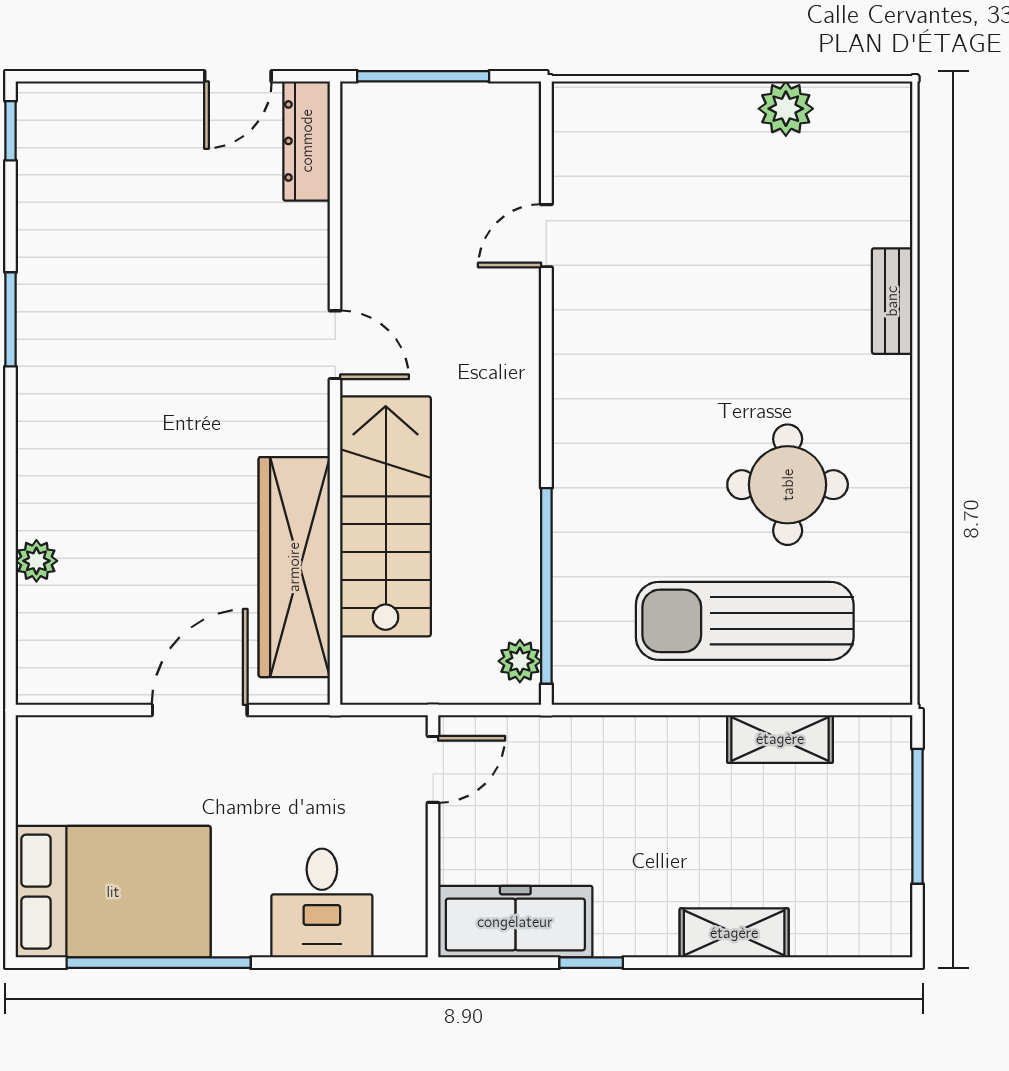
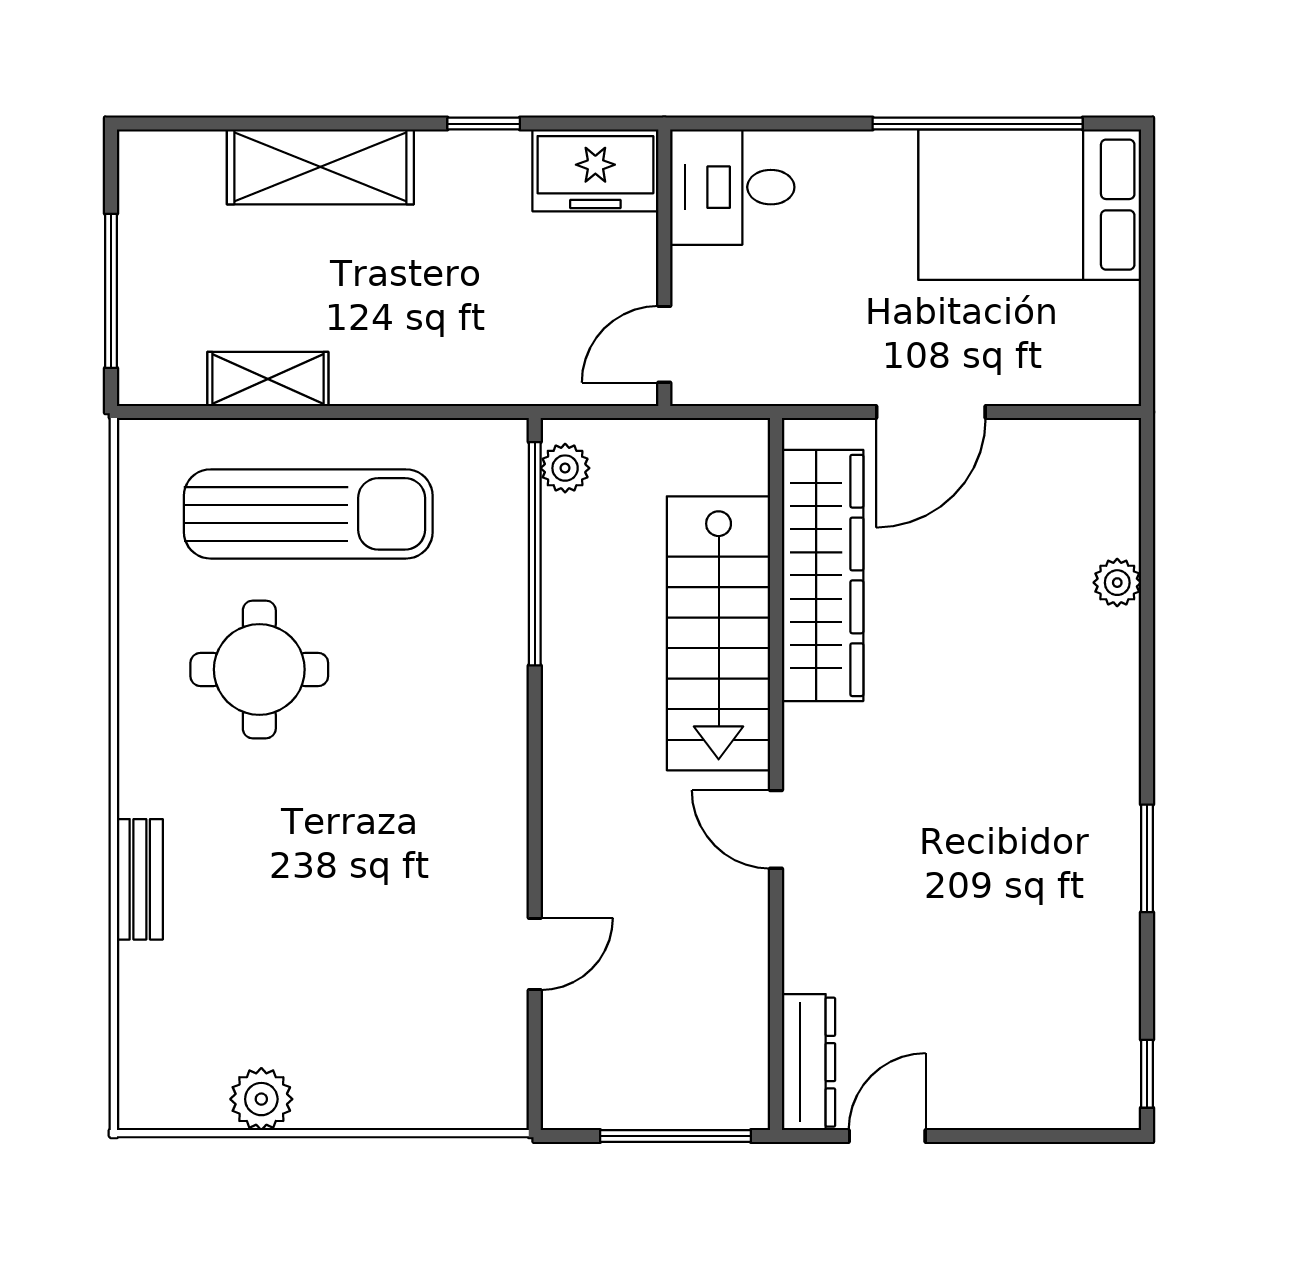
desk: (322, 903) -> (732, 187), moved, turned -90
freezer: (515, 922) -> (595, 170), width x0.71
shelving: (734, 933) -> (320, 167), width x1.50, depth x1.33

